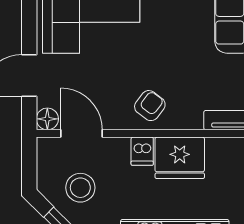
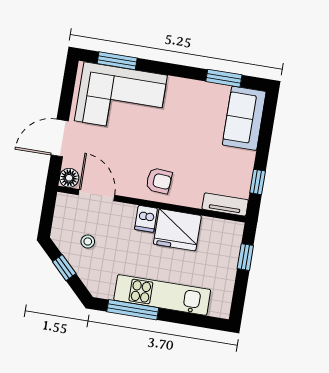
armchair: (150, 106) -> (159, 181), turned 57
stool: (80, 188) -> (88, 241), width x0.53, depth x0.53

